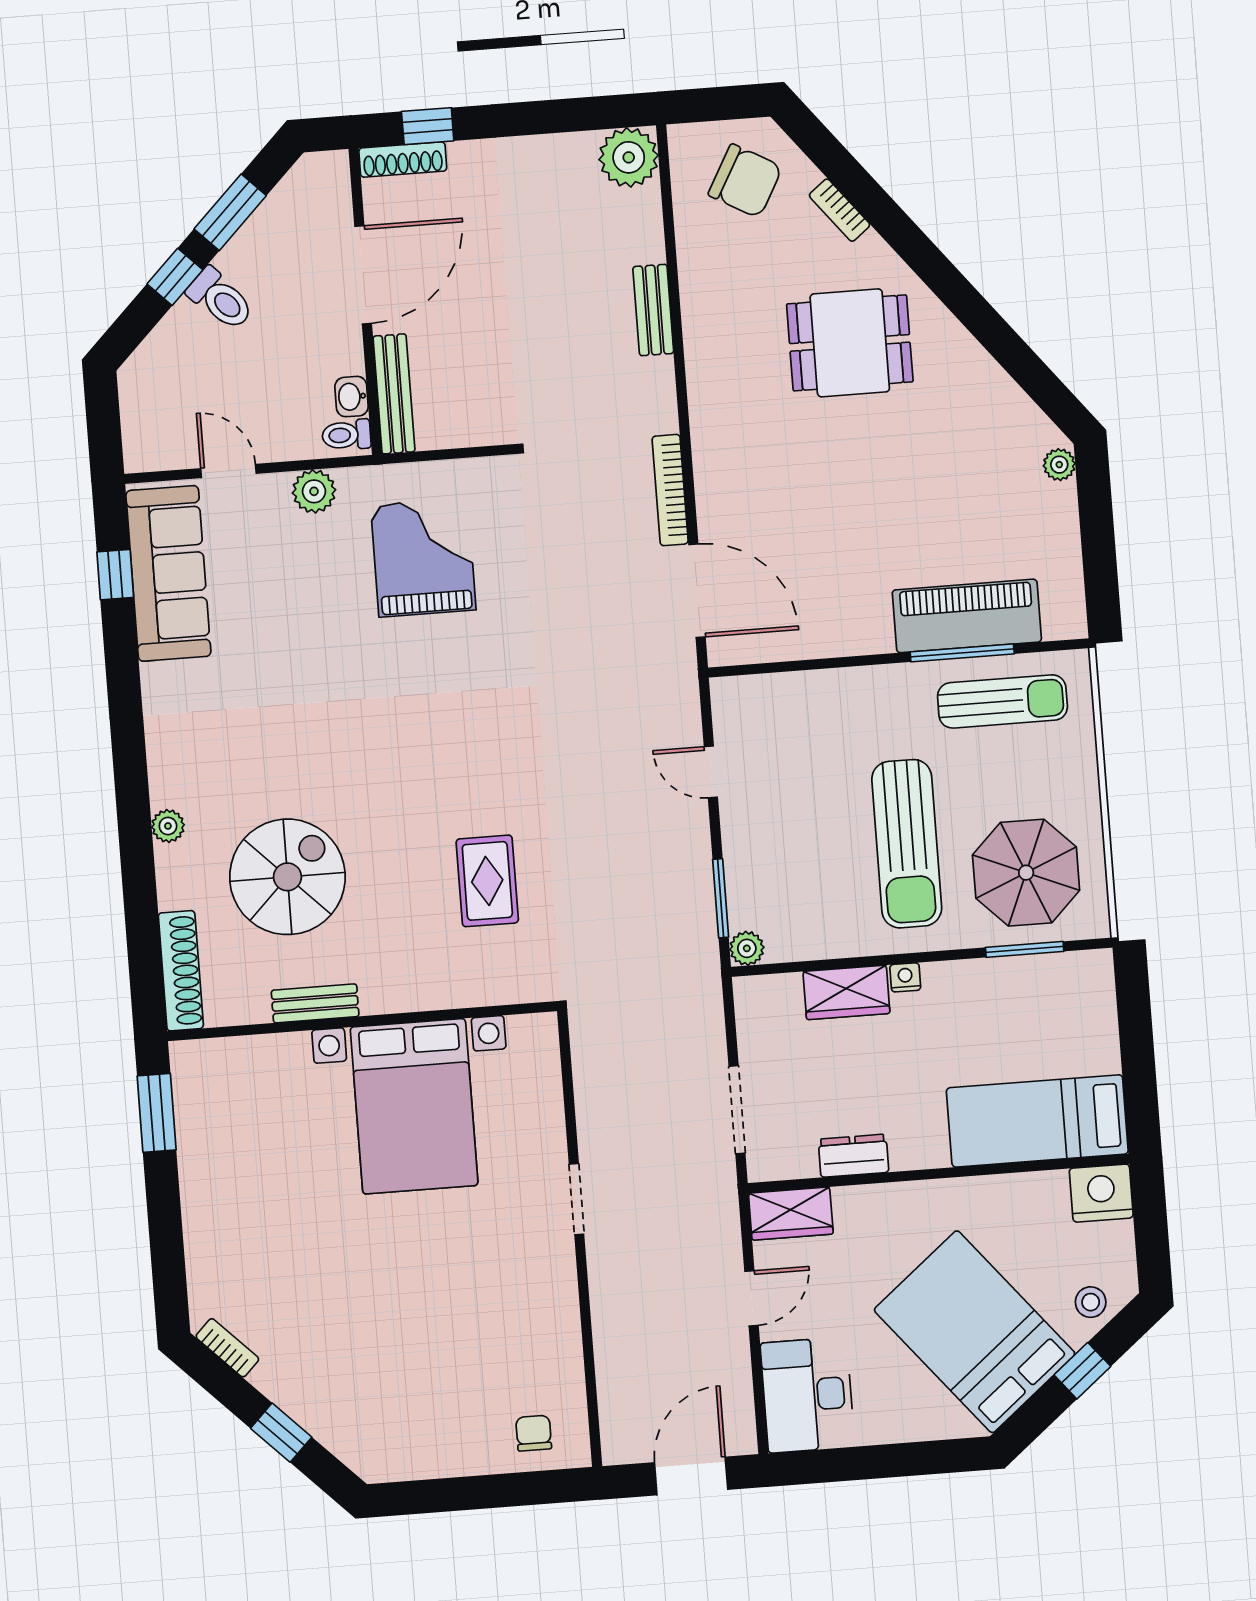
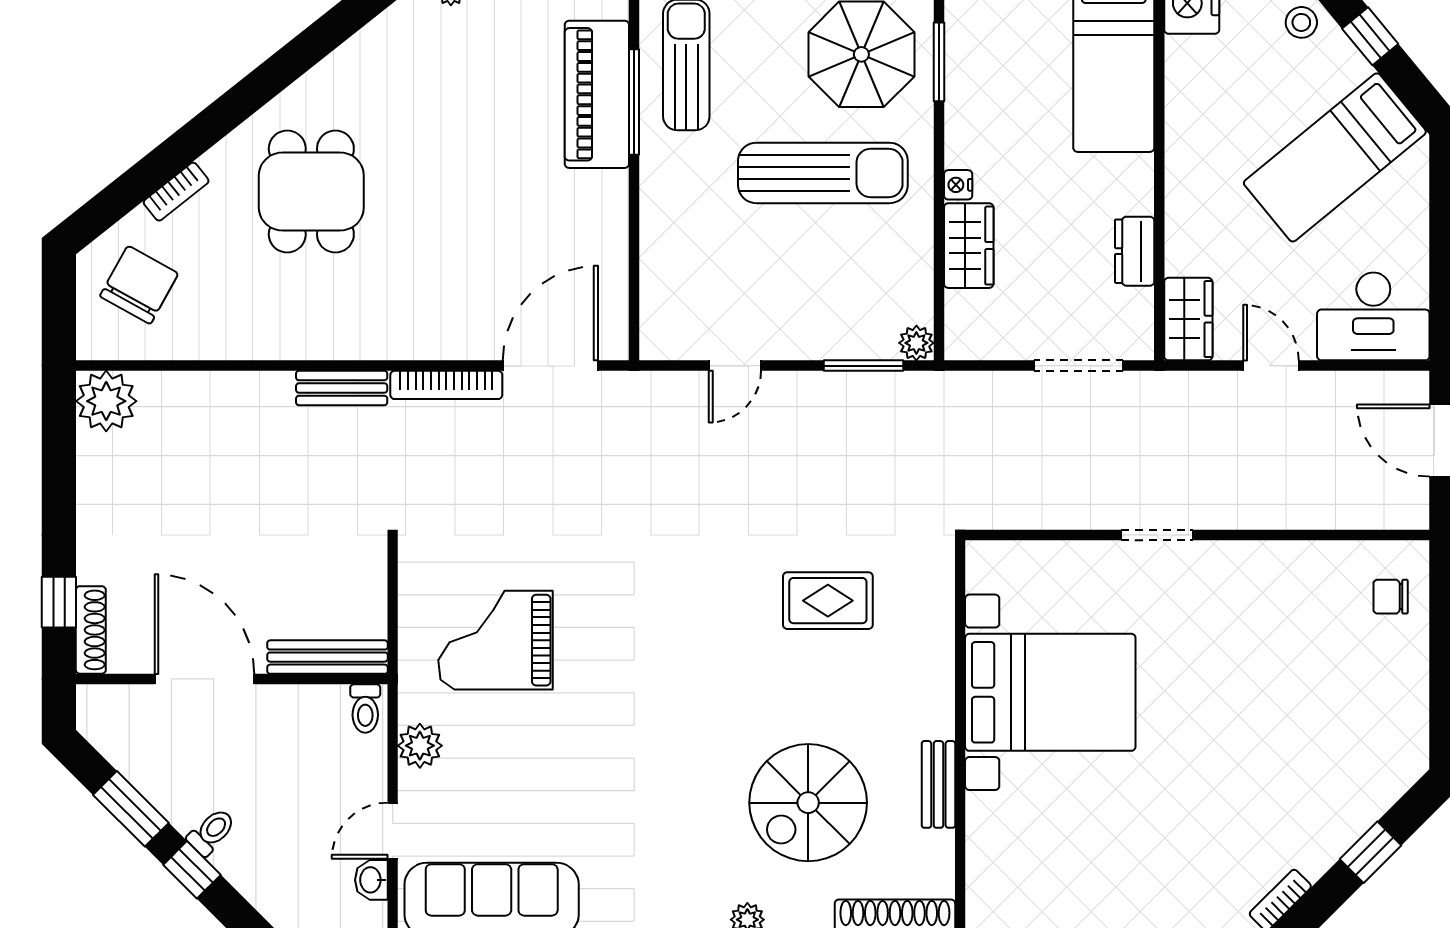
toilet: (220, 299) -> (211, 832), width x0.73, depth x0.72
bench: (653, 310) -> (342, 388), moved
washbasin: (352, 397) -> (371, 880), moved, turned 90
spiral stairs: (287, 877) -> (808, 803), turned -90
bed: (975, 1332) -> (1335, 157), width x0.67

